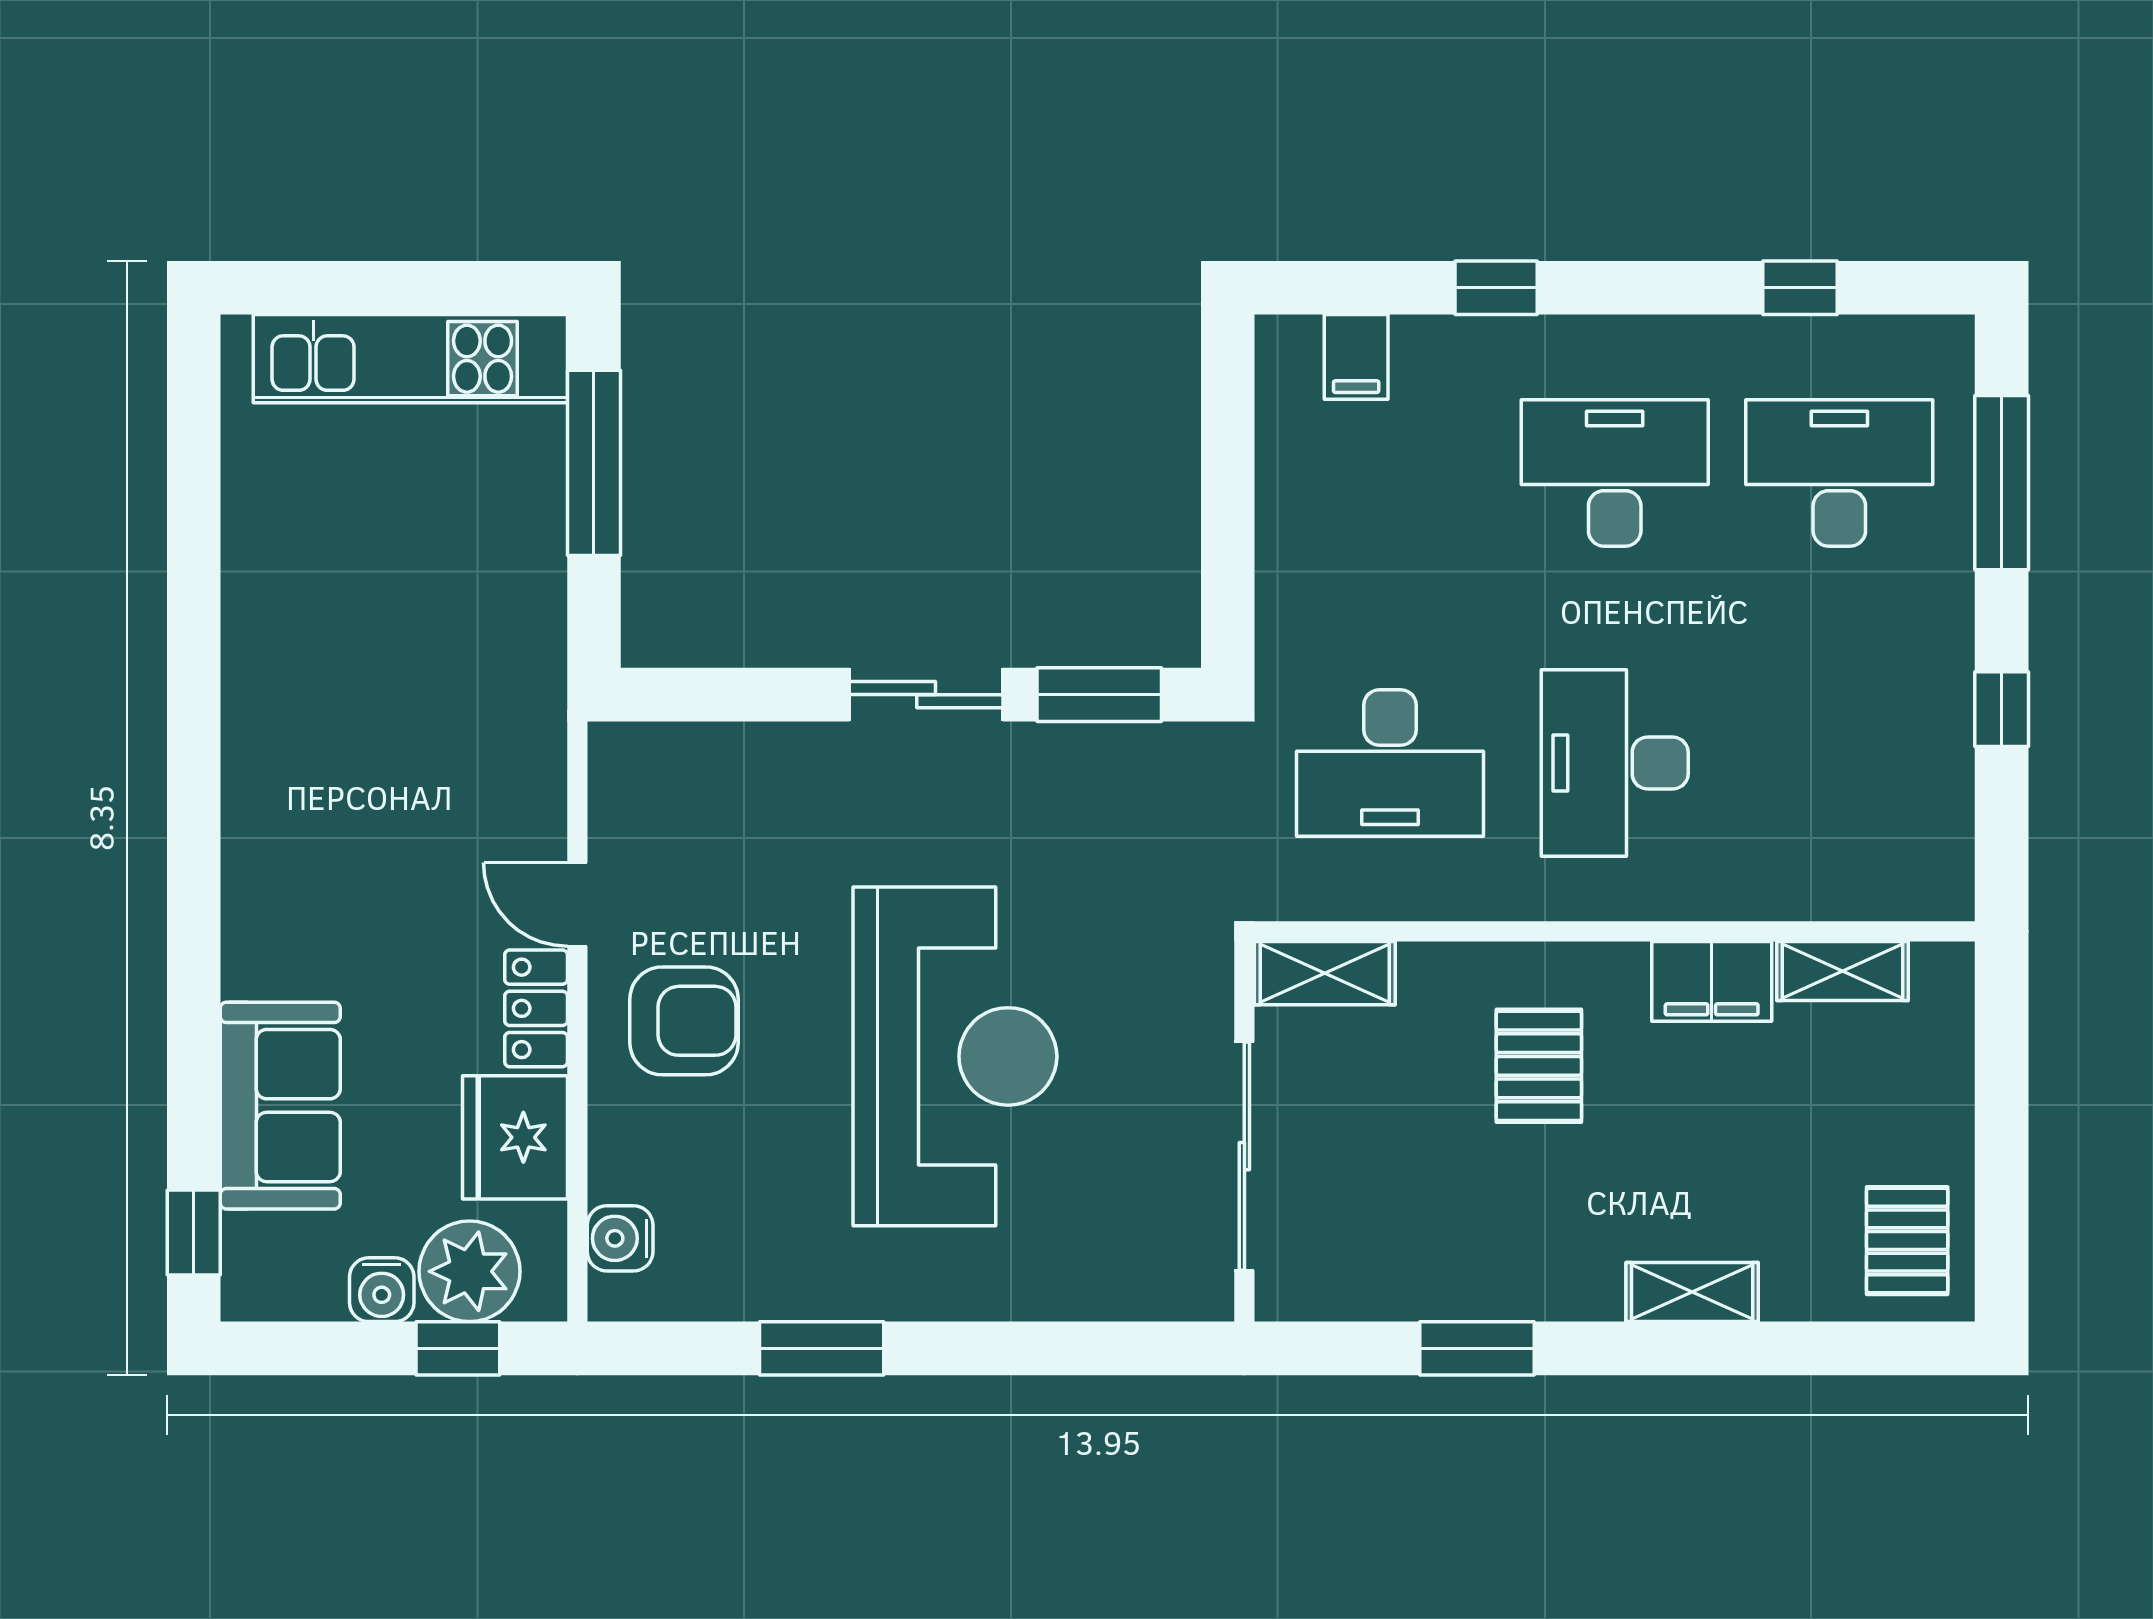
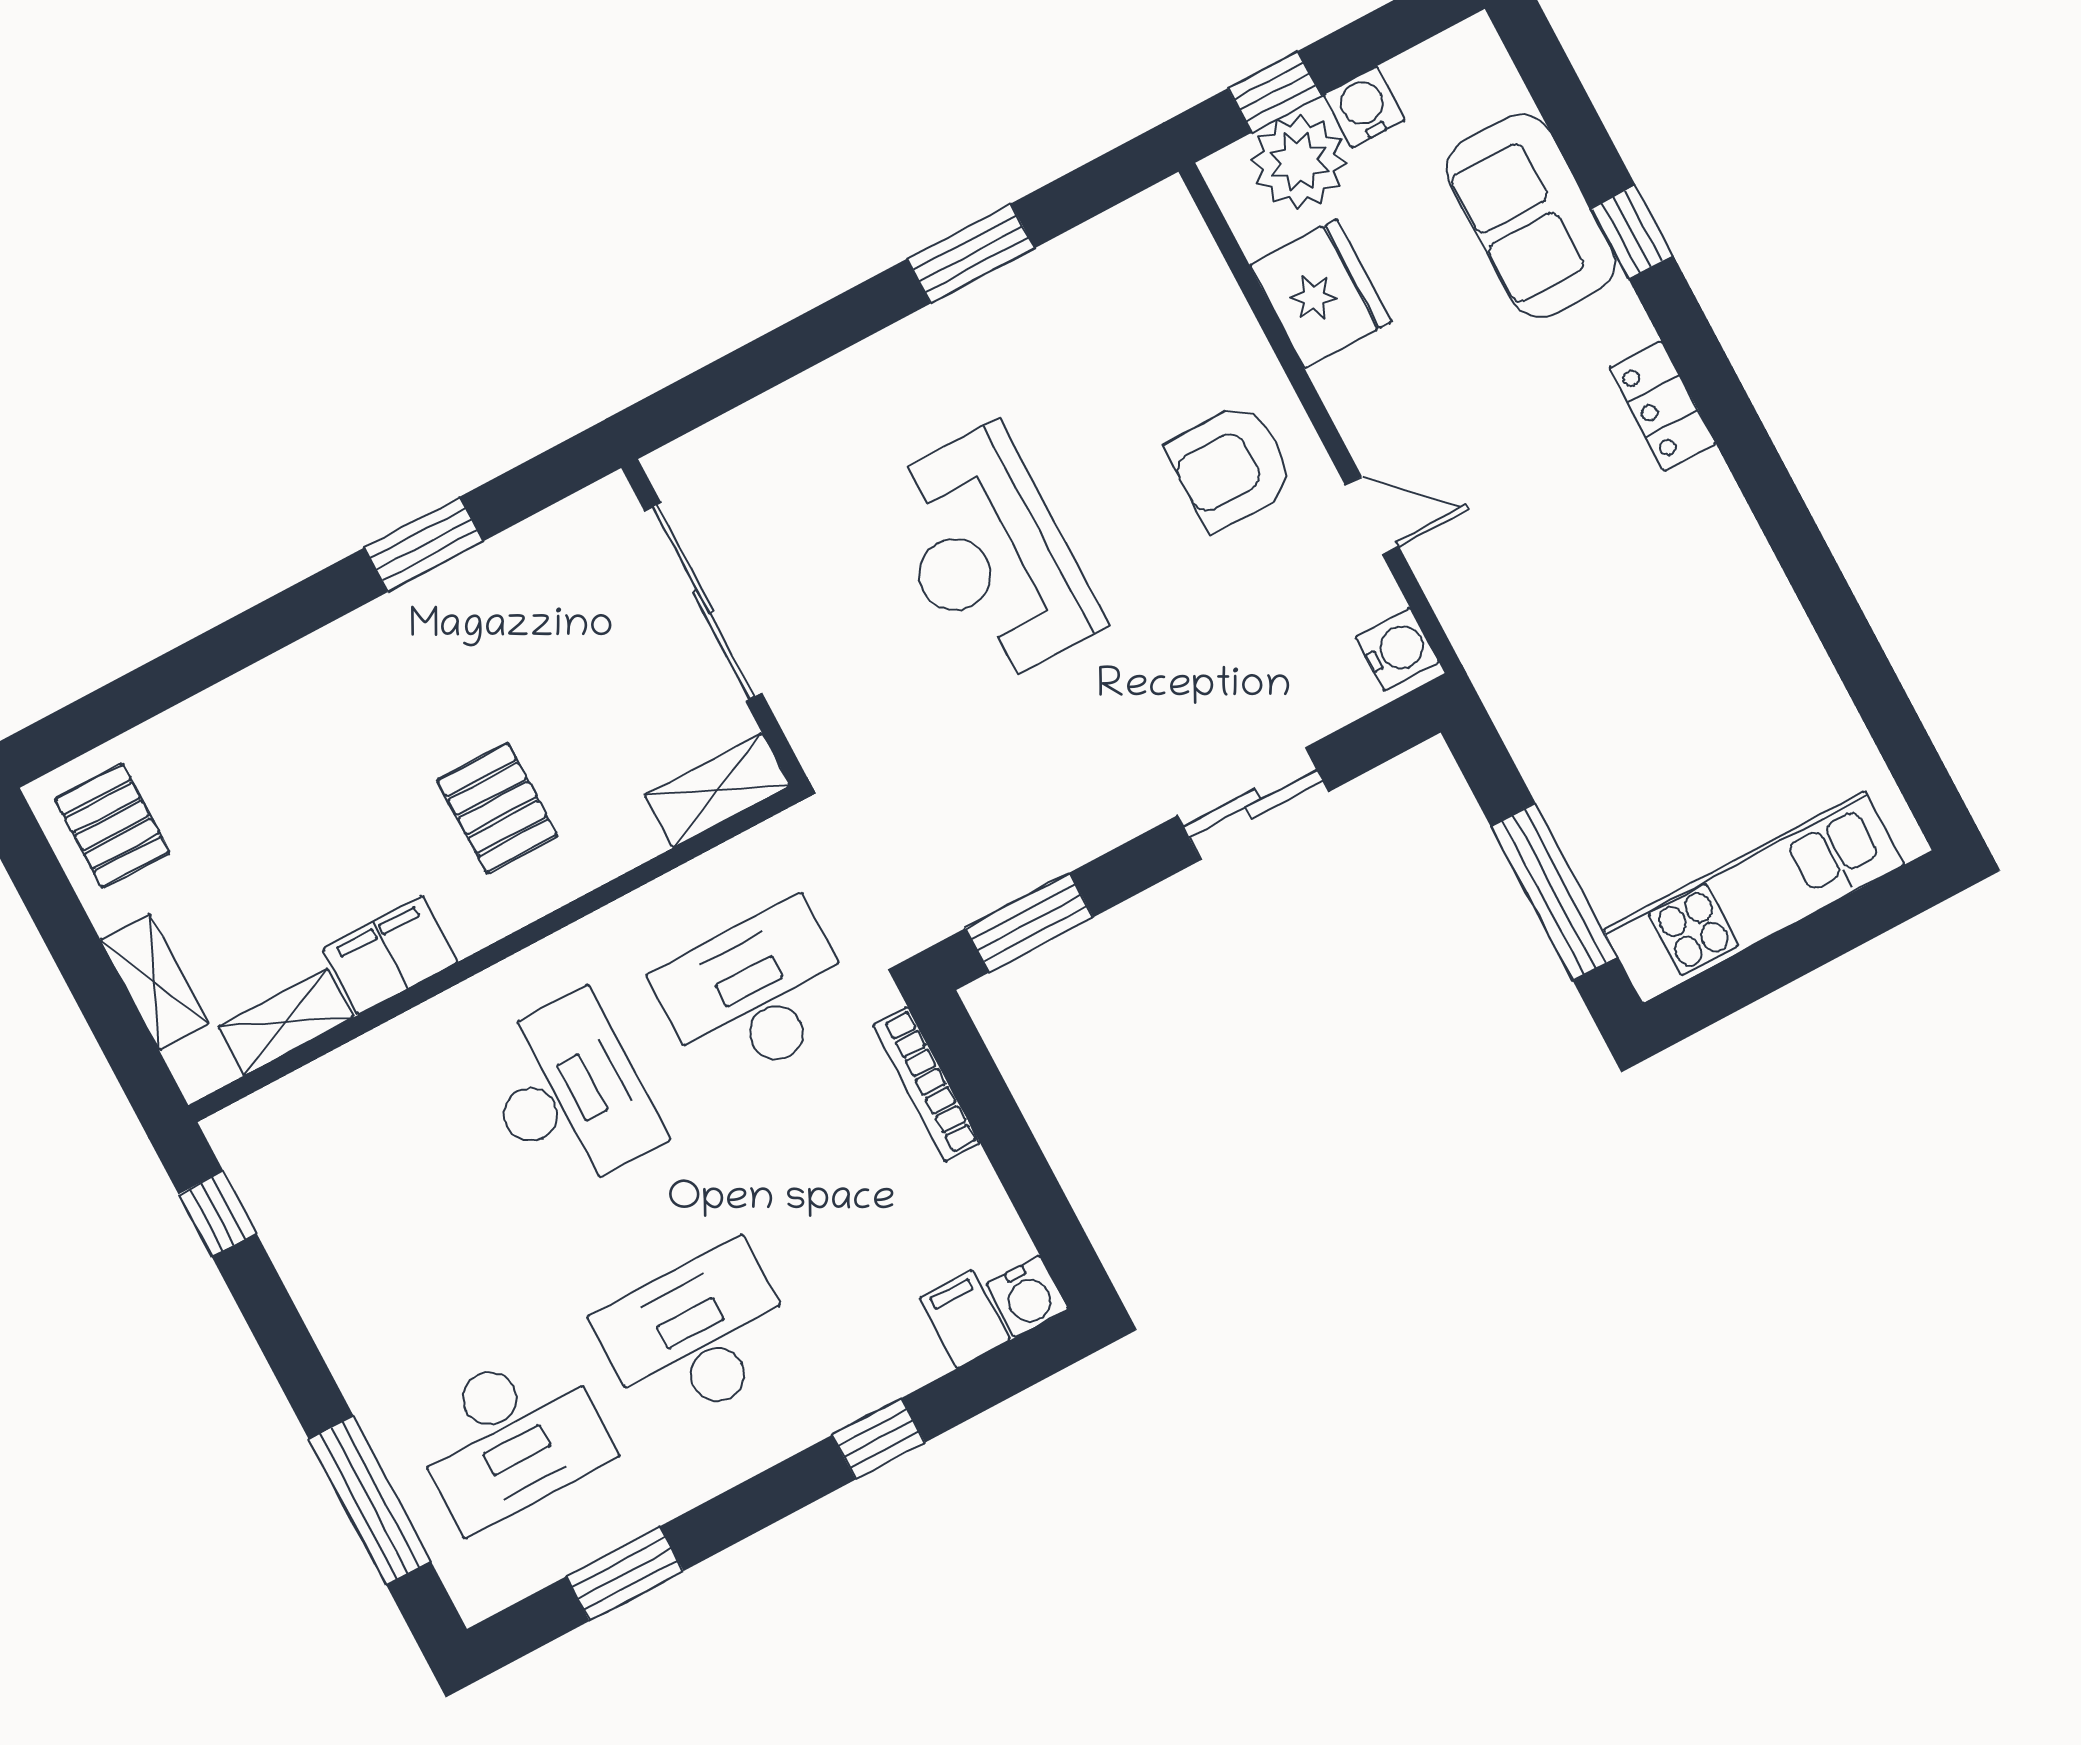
window: (1800, 288) -> (625, 1574), width x1.50
water cooler: (1287, 347) -> (1027, 1296), added
desk: (1615, 473) -> (697, 1337), turned 180
bookcase: (1275, 595) -> (926, 1084), added
sliding door: (926, 695) -> (1253, 804), moved
window: (2002, 709) -> (218, 1214), moved
locker: (536, 1008) -> (1662, 406), moved, turned 180
reception desk: (955, 1056) -> (989, 556), width x0.74, depth x0.77
window: (194, 1233) -> (1632, 232), moved
water cooler: (620, 1238) -> (1397, 649), moved
shelving: (1692, 1292) -> (155, 982), moved, turned 90

